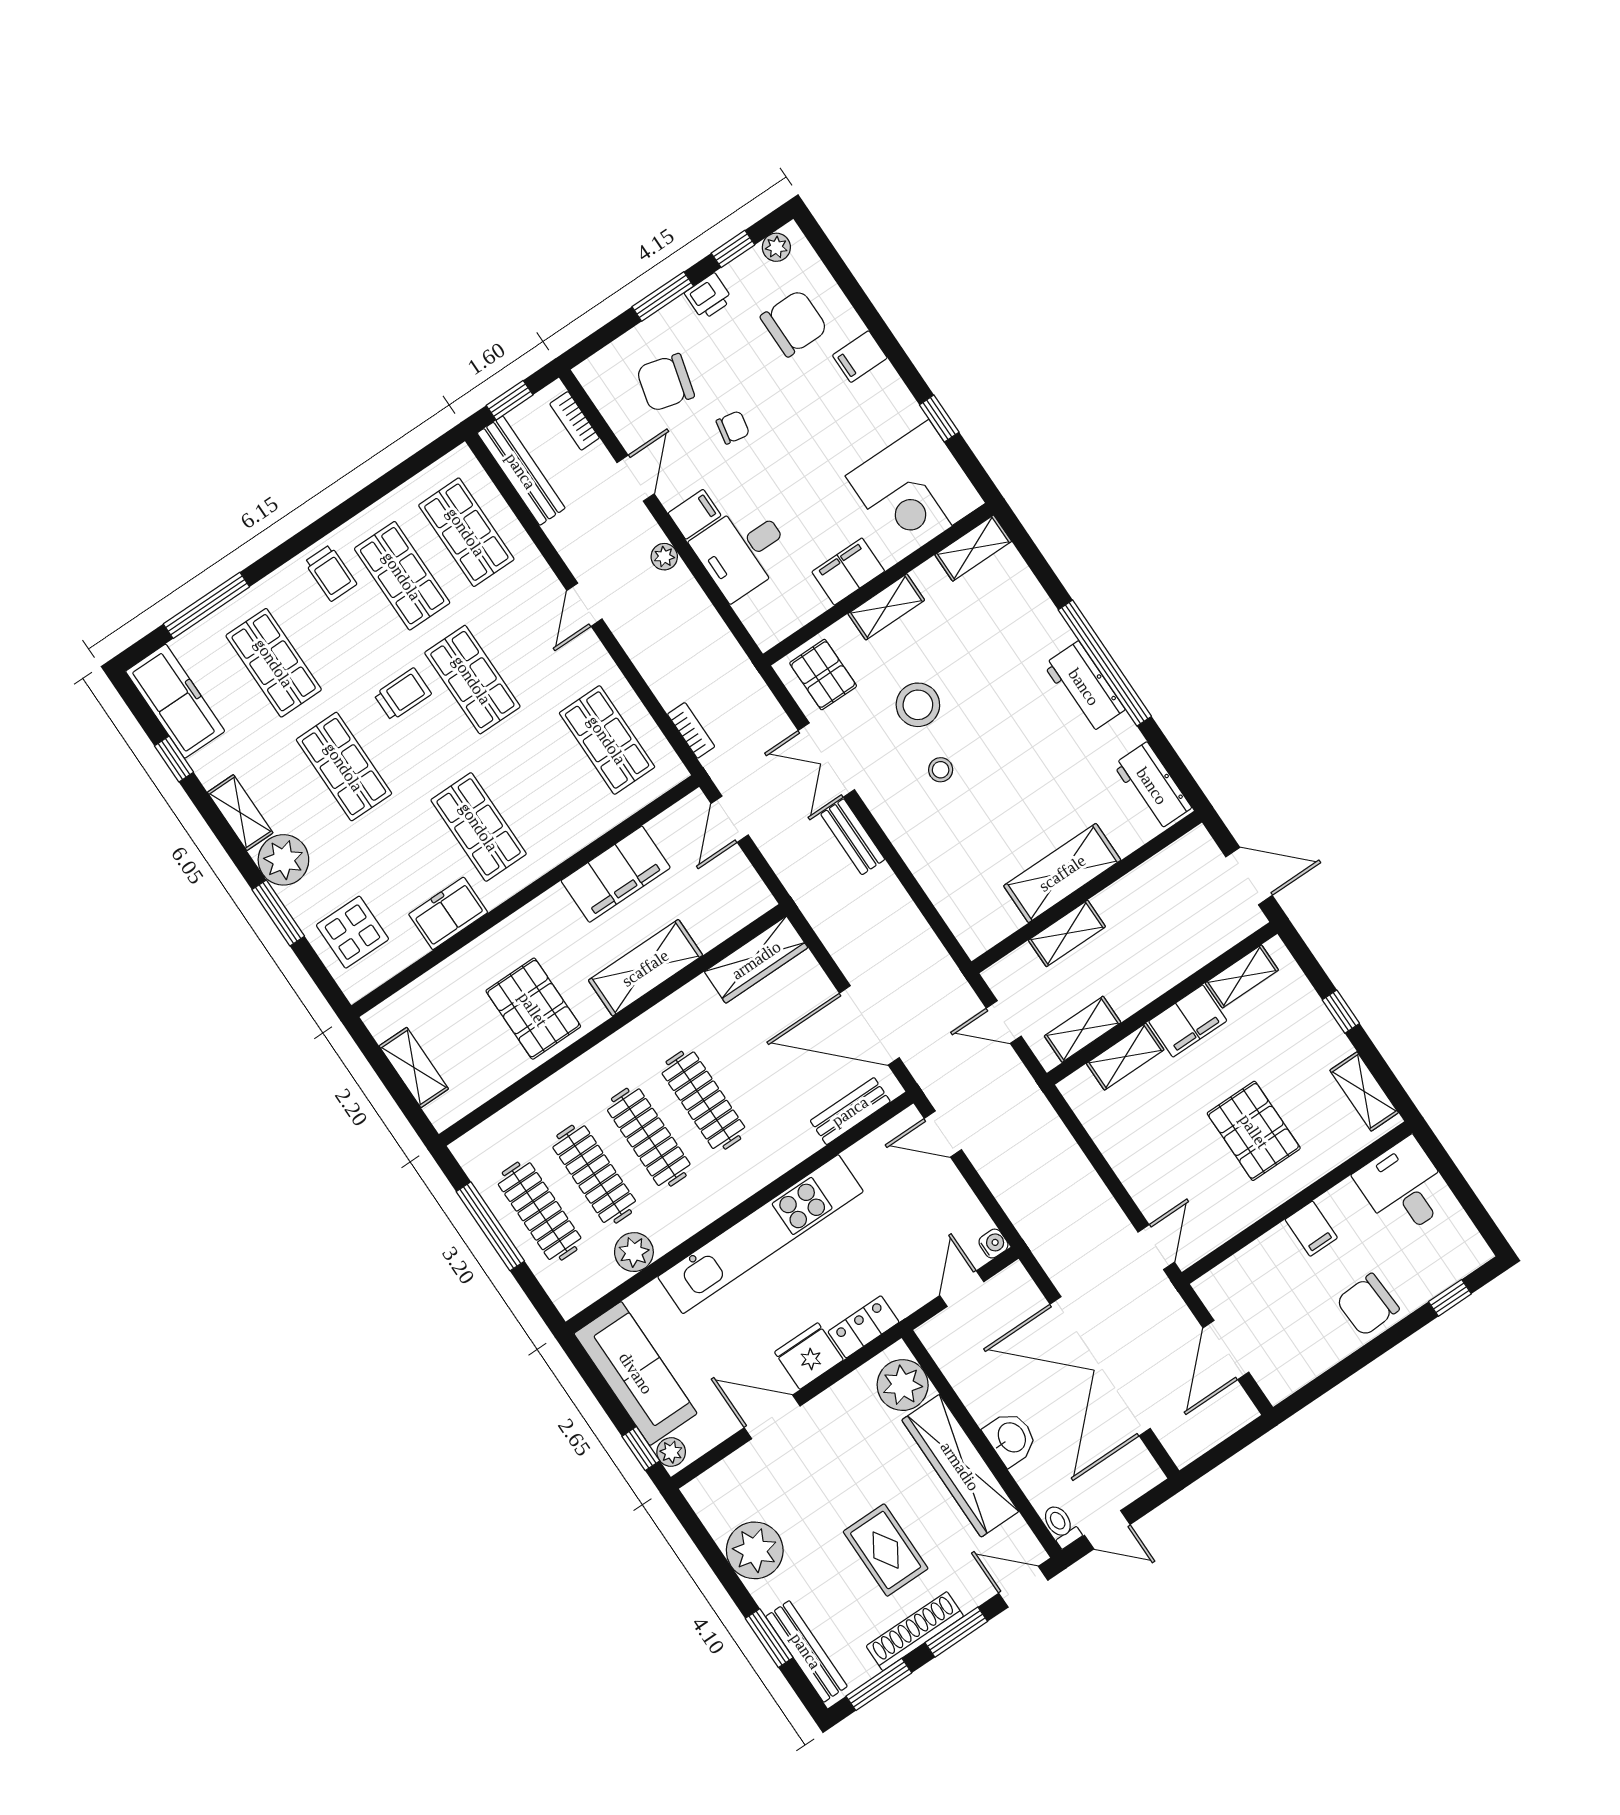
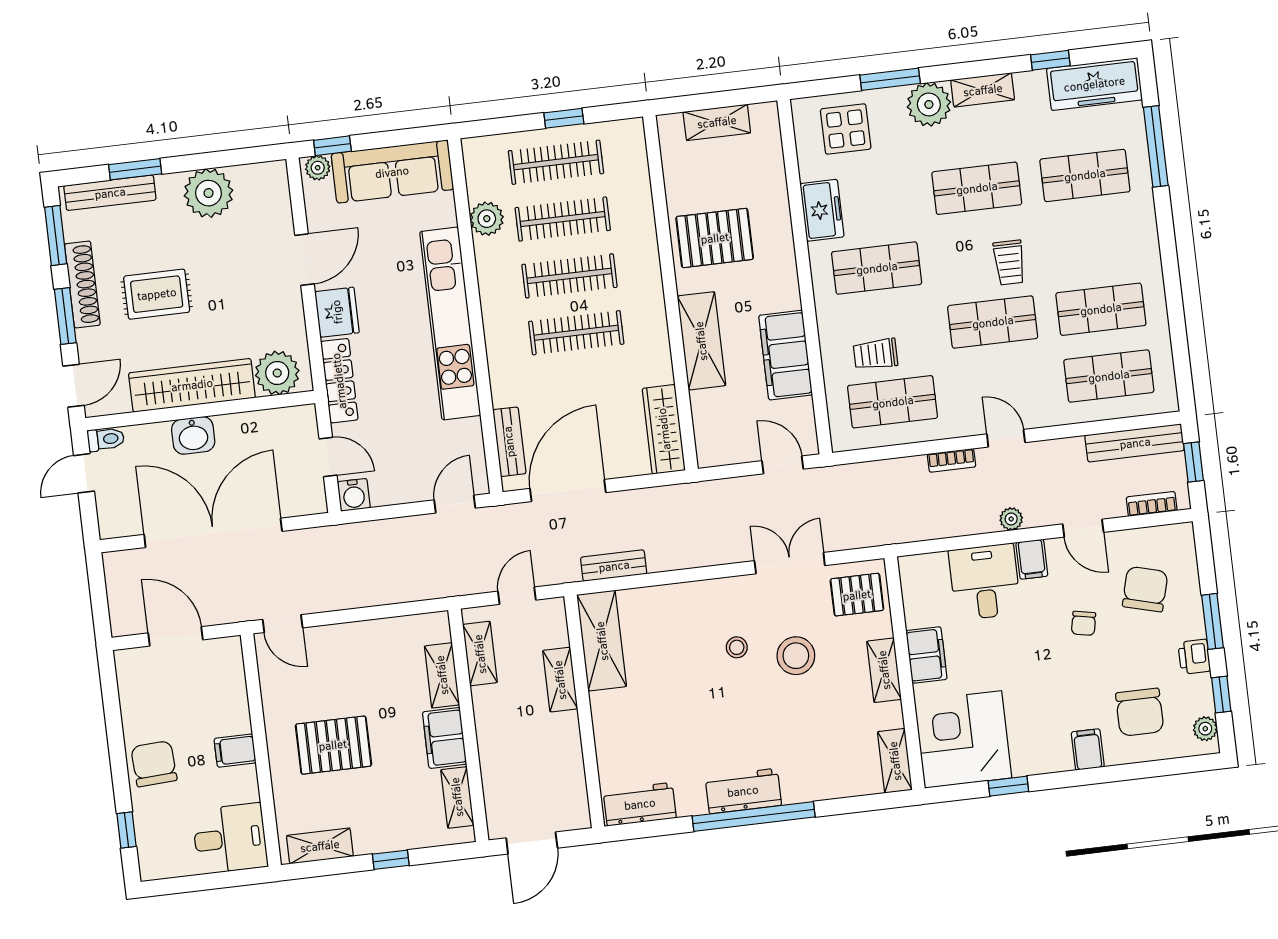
trolley: (331, 573) -> (876, 354), moved
bookcase: (691, 730) -> (952, 460), moved
bench: (853, 837) -> (614, 566), moved
shelving: (1062, 873) -> (602, 641), moved
window: (490, 1226) -> (564, 118), width x0.46
water cooler: (993, 1244) -> (354, 495), width x1.38, depth x1.38
locker: (864, 1327) -> (339, 381), width x1.53

